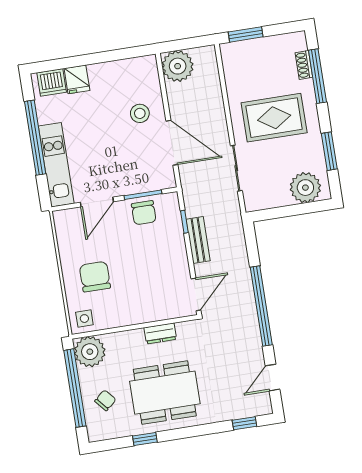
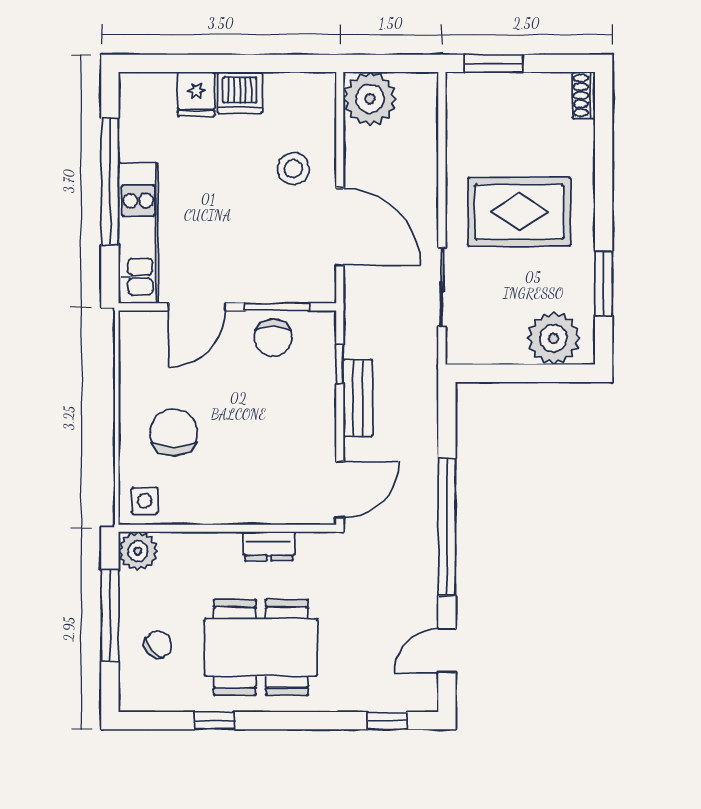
shoe rack: (304, 65) -> (584, 95), moved
window: (317, 76) -> (604, 153), removed
dishwasher: (52, 82) -> (240, 93), moved
plant: (90, 352) -> (138, 551), width x0.73, depth x0.73
window: (75, 388) -> (110, 616), width x0.68

